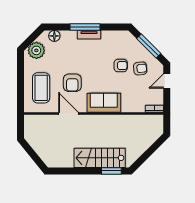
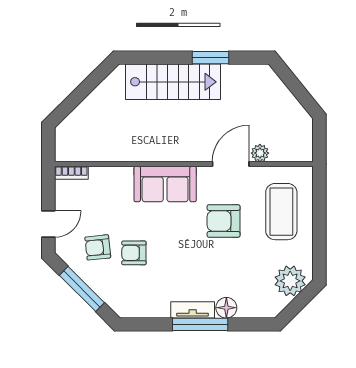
floor lamp: (54, 36) -> (226, 308), moved
armchair: (72, 83) -> (224, 221), turned -90
door: (68, 114) -> (231, 164), swing flipped
plant: (53, 119) -> (260, 153), added
window: (111, 171) -> (211, 58), moved

